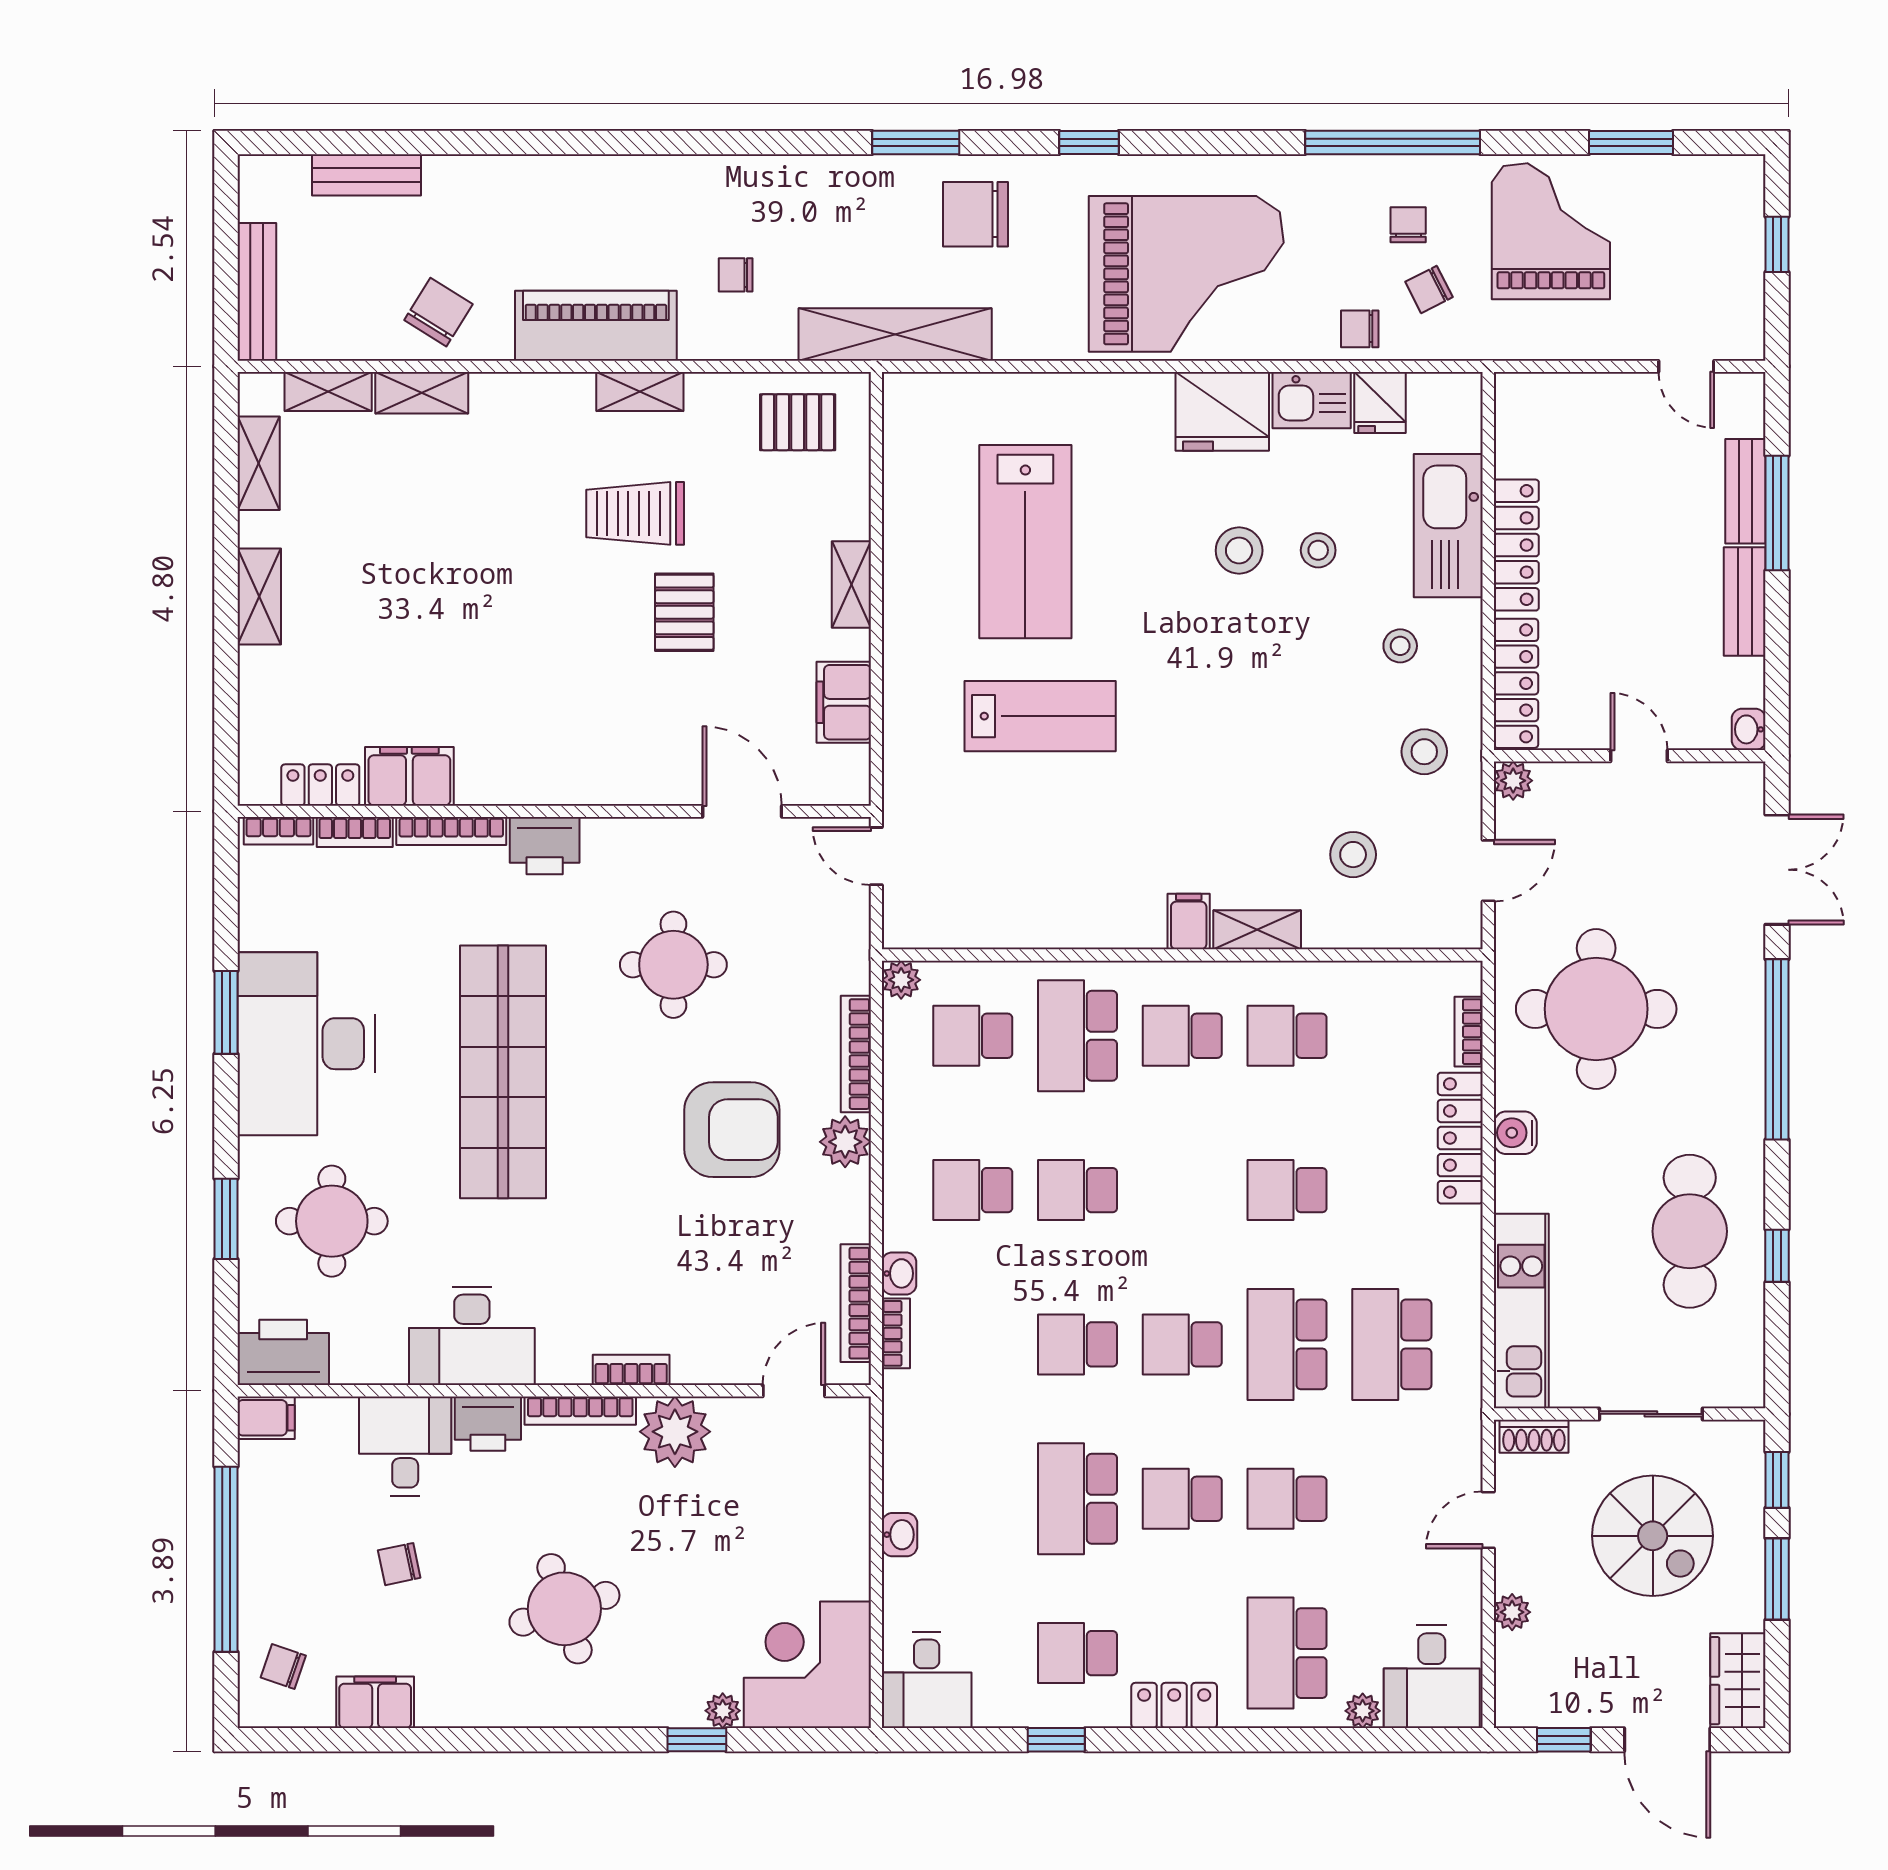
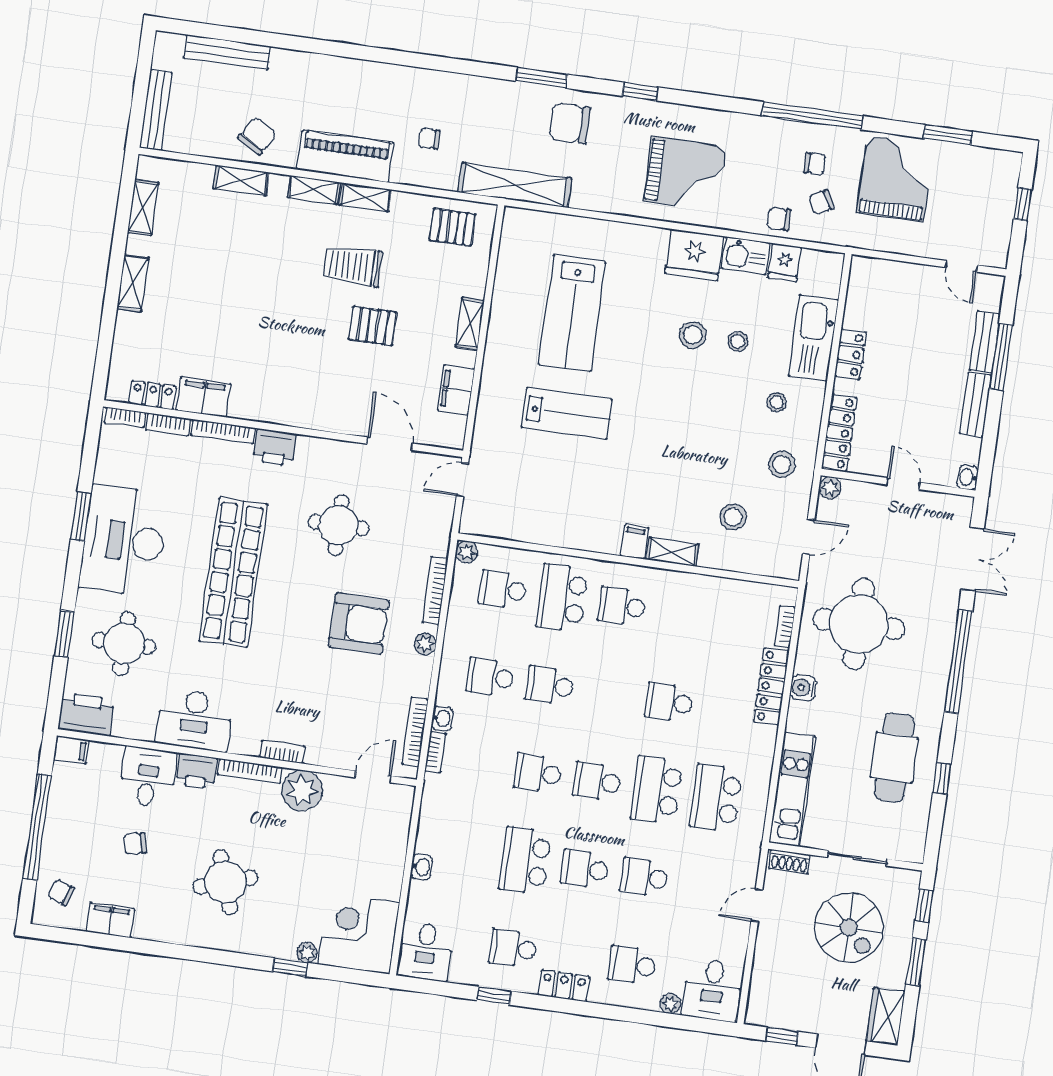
bench: (366, 175) -> (227, 52), width x1.36
chair: (1408, 225) -> (815, 164), turned 89
grand piano: (1186, 274) -> (685, 174), width x0.73, depth x0.68
shelving: (328, 391) -> (314, 190), moved
locker: (1516, 545) -> (850, 354), width x0.66
pallet: (684, 612) -> (373, 326), turned 90
door: (876, 856) -> (462, 480), hinge flipped
school desk: (1287, 1036) -> (681, 614), removed
plant: (845, 1142) -> (425, 644), width x0.73, depth x0.73
plant: (1512, 1612) -> (763, 960), removed
school desk: (1287, 1653) -> (632, 965), width x0.54

